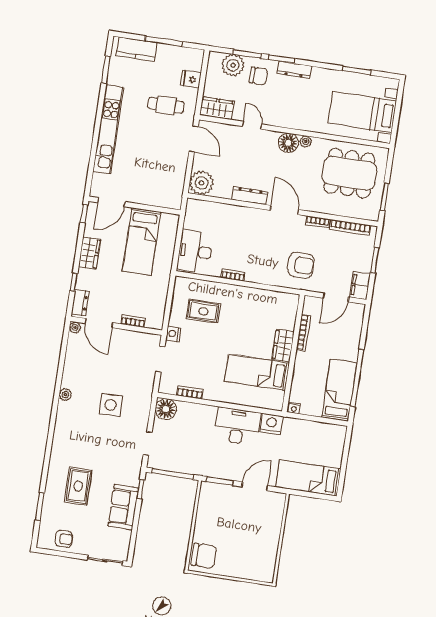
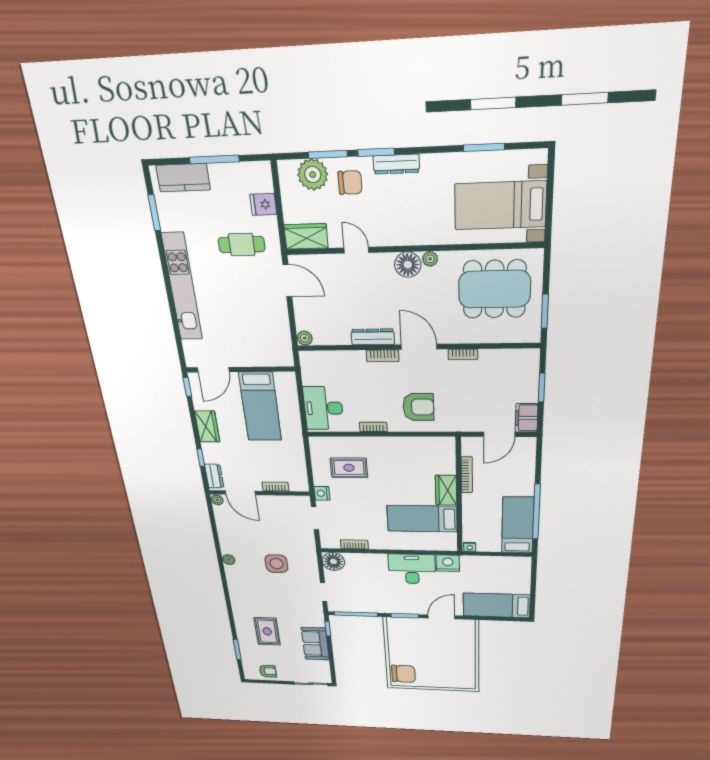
plant: (201, 183) -> (305, 338), width x0.53, depth x0.53
bookcase: (350, 227) -> (383, 356), moved, width x0.64
armchair: (301, 265) -> (418, 407), moved

